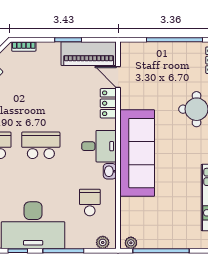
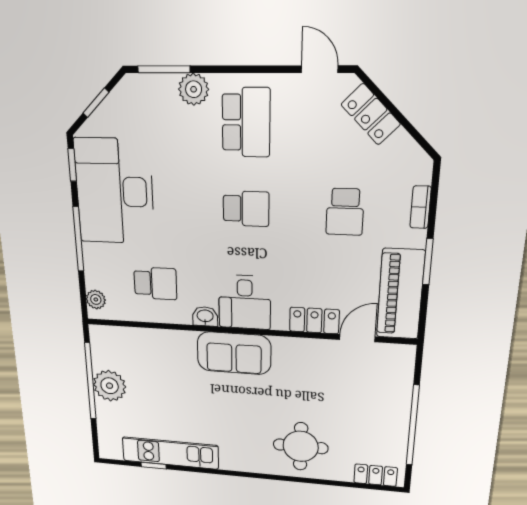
bookcase: (24, 46) -> (421, 207), moved
school desk: (41, 88) -> (345, 212), added
school desk: (41, 145) -> (246, 209), width x0.54
sofa: (137, 153) -> (234, 353), width x0.54, depth x0.79
plant: (131, 243) -> (110, 386), moved, width x1.88, depth x1.88

